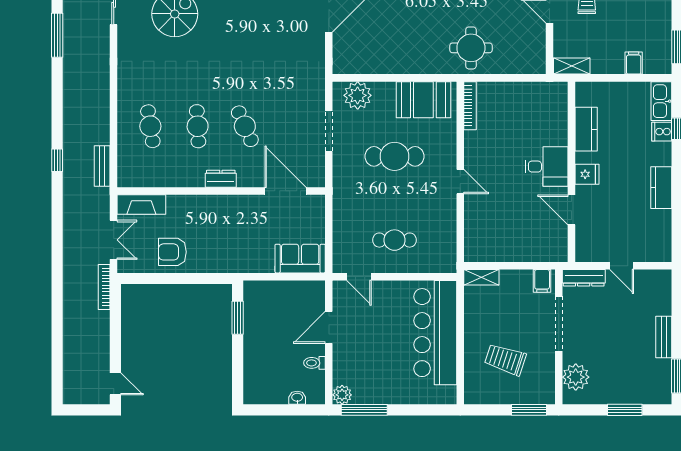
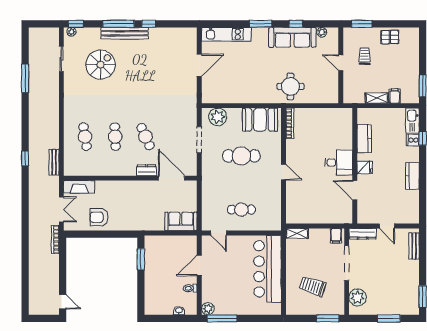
shelving: (572, 66) -> (377, 98), moved
dresser: (221, 179) -> (146, 170), moved
bench: (664, 337) -> (414, 246), moved

